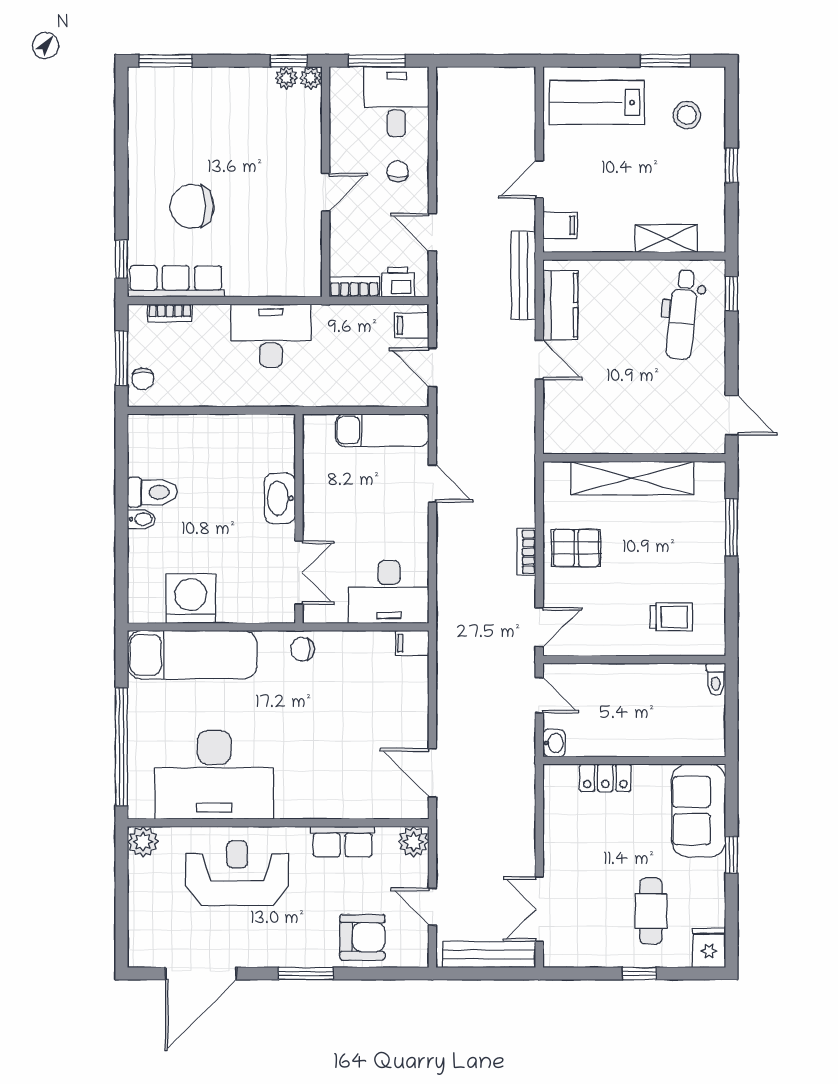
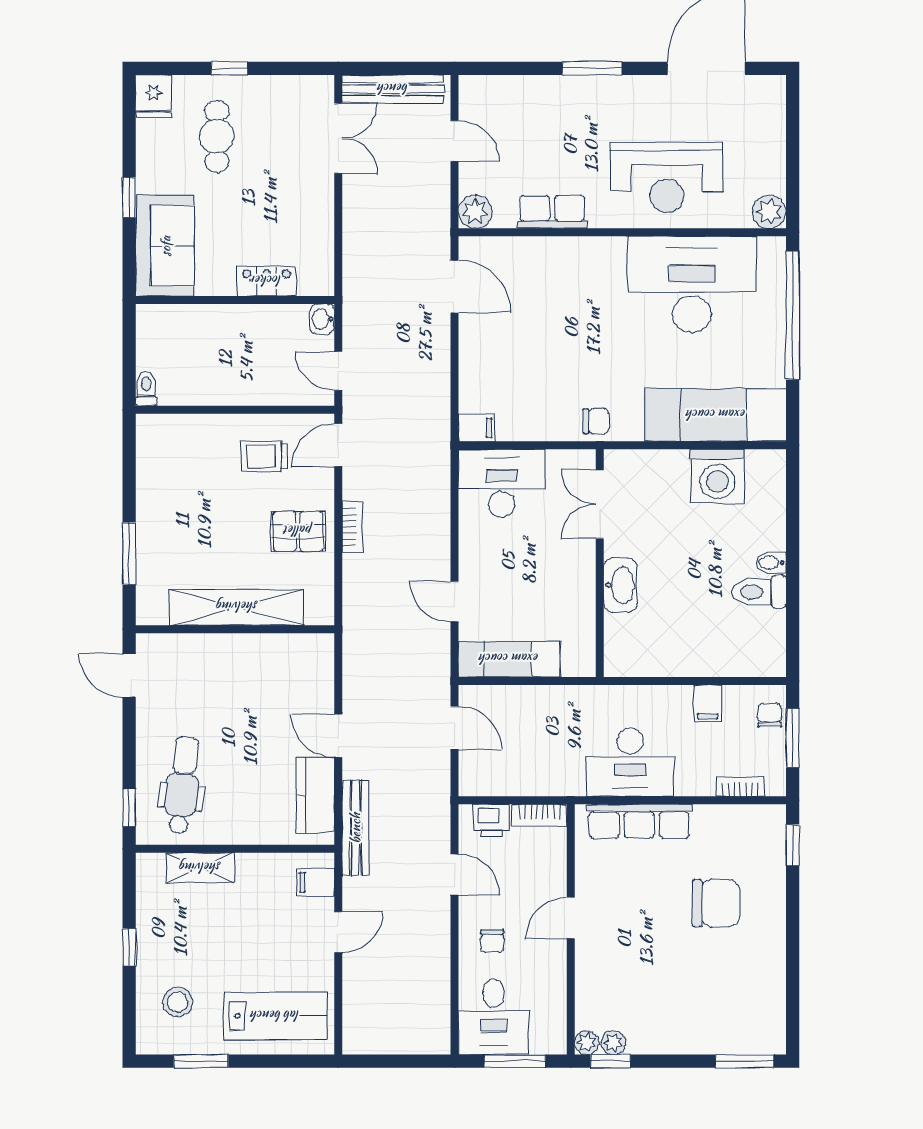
row of seats: (176, 281) -> (639, 821), moved
filing cabinet: (412, 325) -> (708, 703), moved, turned 90
trolley: (671, 617) -> (264, 457), moved
armchair: (362, 937) -> (531, 108), removed

